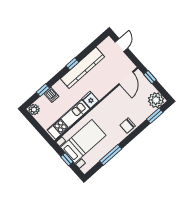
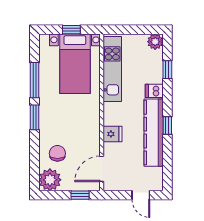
door: (126, 78) -> (102, 169), hinge flipped
dishwasher: (51, 95) -> (154, 91), moved
fridge: (90, 100) -> (112, 134), moved
window: (155, 116) -> (34, 117), moved
chair: (128, 126) -> (57, 153), moved

